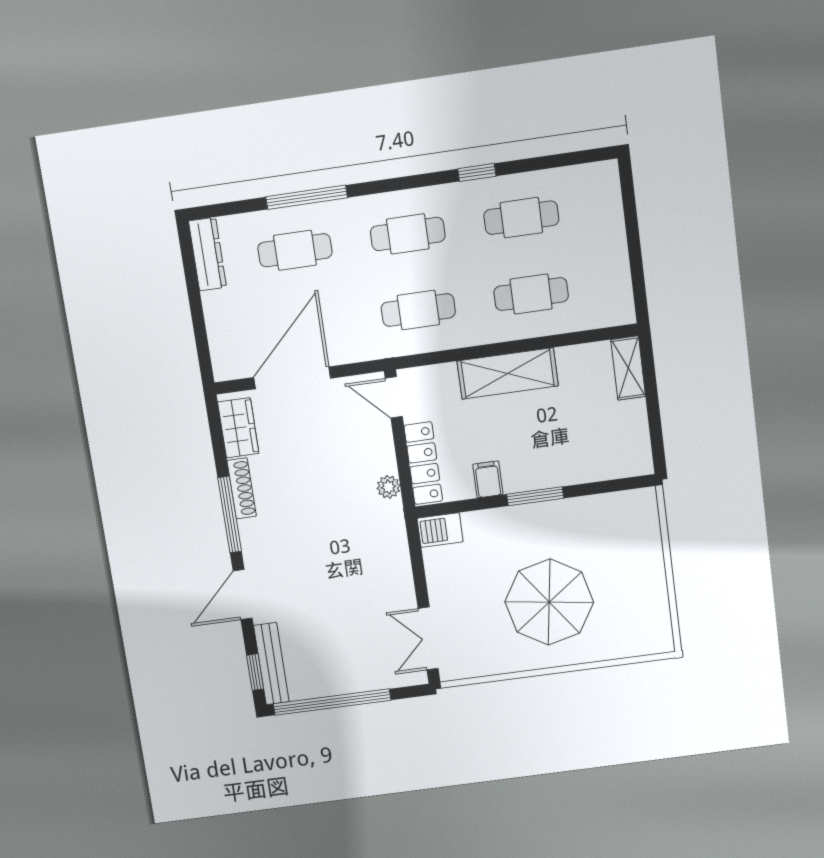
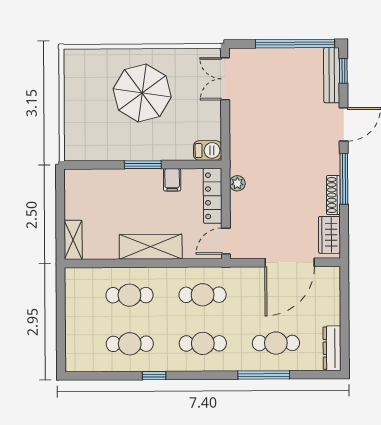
door: (394, 397) -> (226, 241), swing flipped
double door: (428, 639) -> (225, 79), swing flipped

